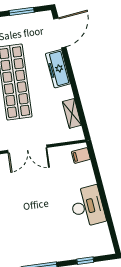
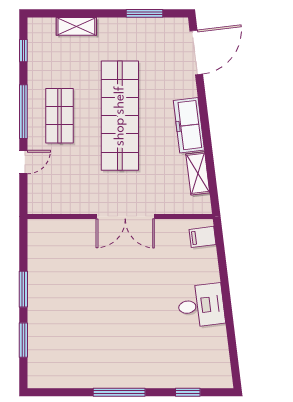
freezer: (58, 69) -> (189, 125), moved
desk: (87, 206) -> (201, 305), width x0.73

